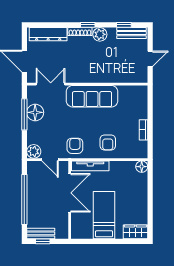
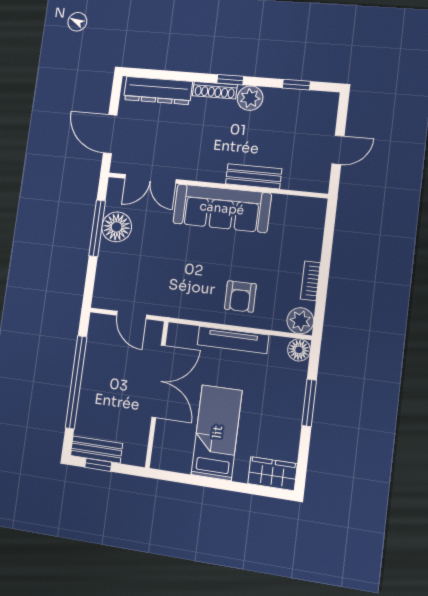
bench: (132, 33) -> (254, 176), moved
double door: (51, 84) -> (150, 179), swing flipped
armchair: (75, 146) -> (179, 295), removed
plant: (34, 151) -> (300, 321), moved
tv unit: (90, 166) -> (233, 340), moved
window: (150, 193) -> (309, 403), added

